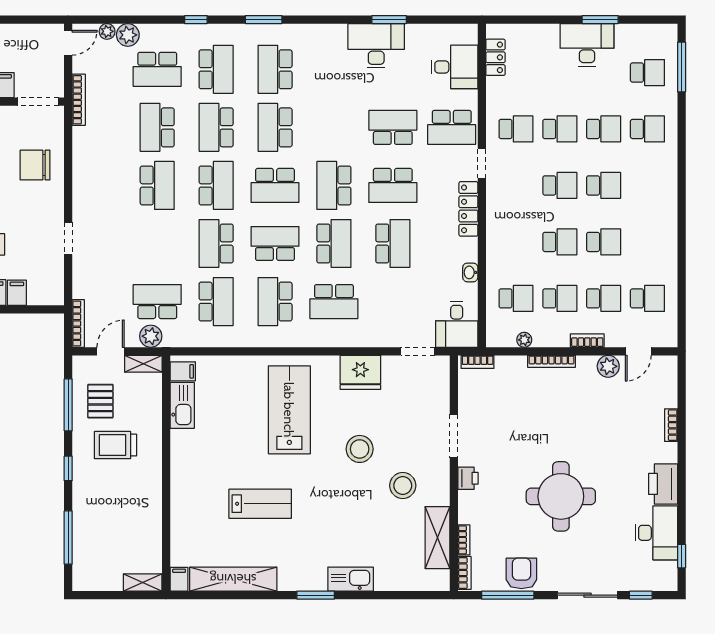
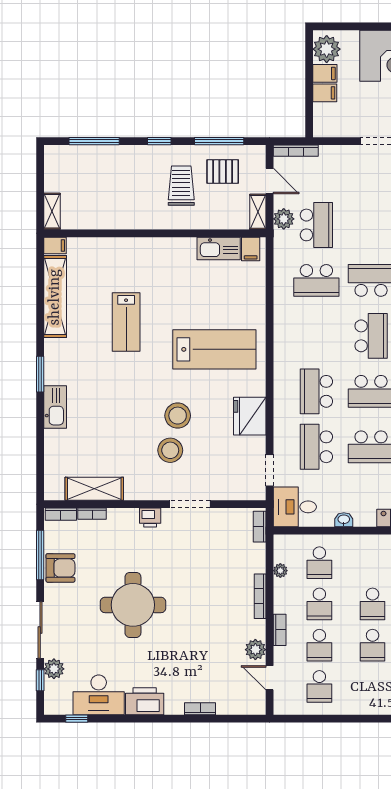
school desk: (275, 302) -> (316, 447), moved, turned -90
stool: (403, 486) -> (170, 450), moved
plant: (629, 580) -> (54, 669), added

